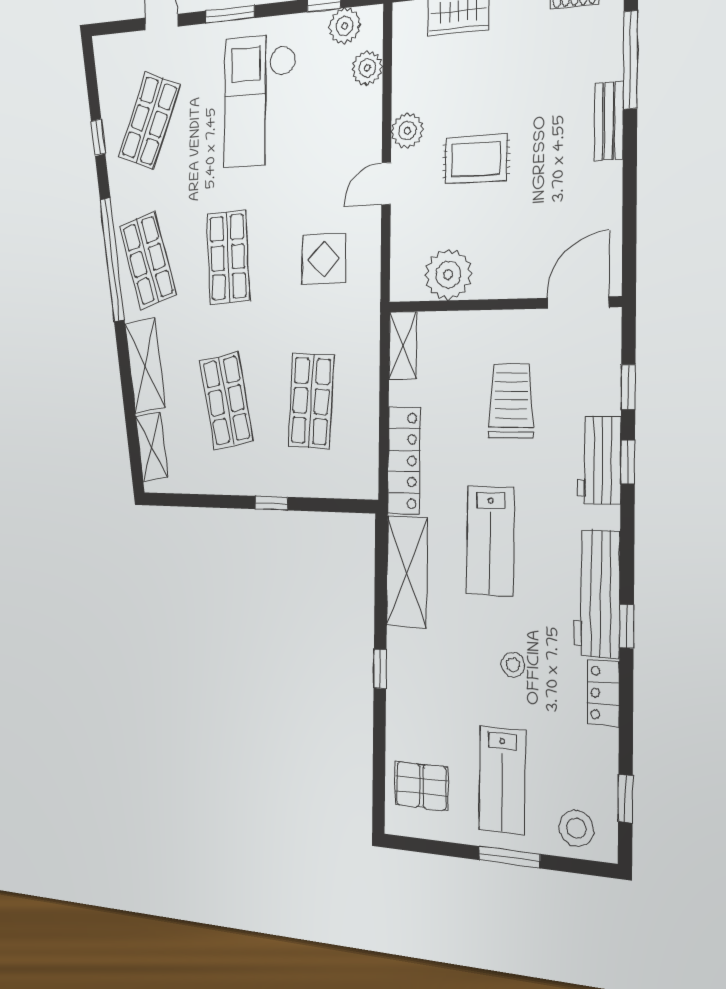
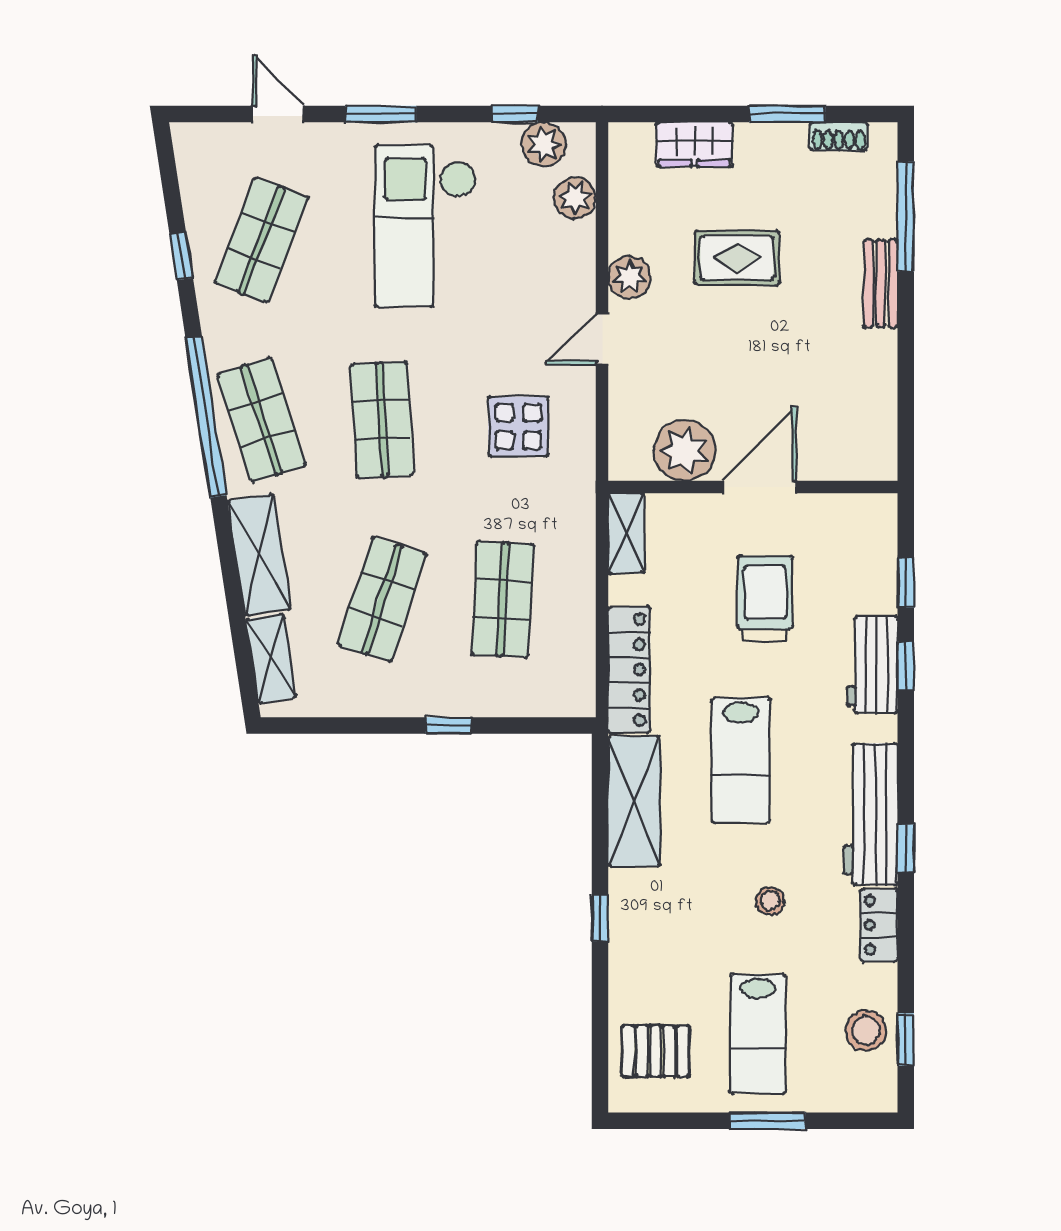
rug: (476, 159) -> (737, 258), moved
door: (578, 303) -> (759, 487), moved
shop shelf: (226, 401) -> (382, 599), turned 30
stool: (576, 828) -> (866, 1031), moved

